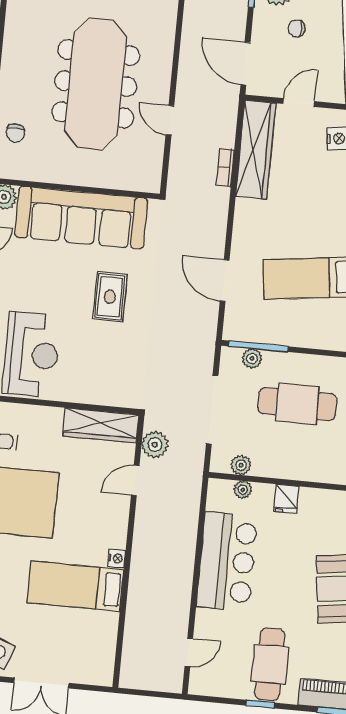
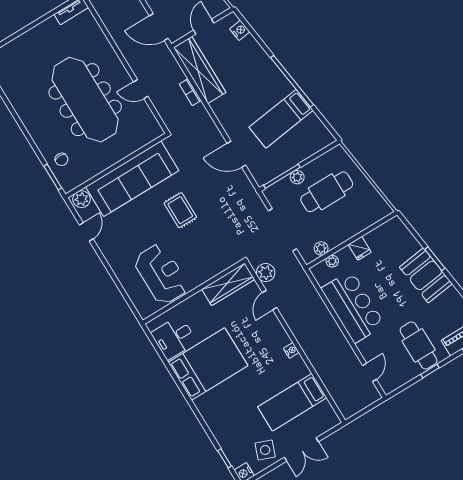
plant: (252, 358) -> (297, 177), moved
bed: (75, 586) -> (292, 402), moved

